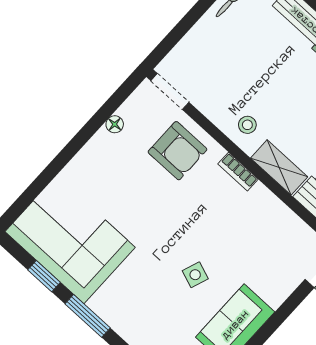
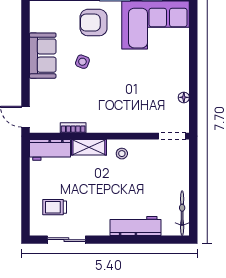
armchair: (177, 151) -> (94, 23), moved
bookcase: (238, 172) -> (73, 128), moved

